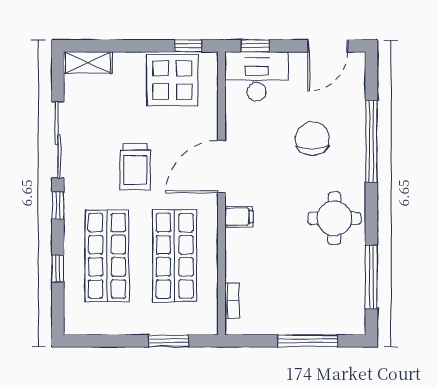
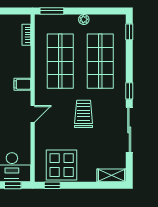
door: (222, 167) -> (33, 114), width x0.53
window: (58, 268) -> (129, 32), moved
plant: (135, 326) -> (84, 19), added
window: (169, 341) -> (52, 11), moved

